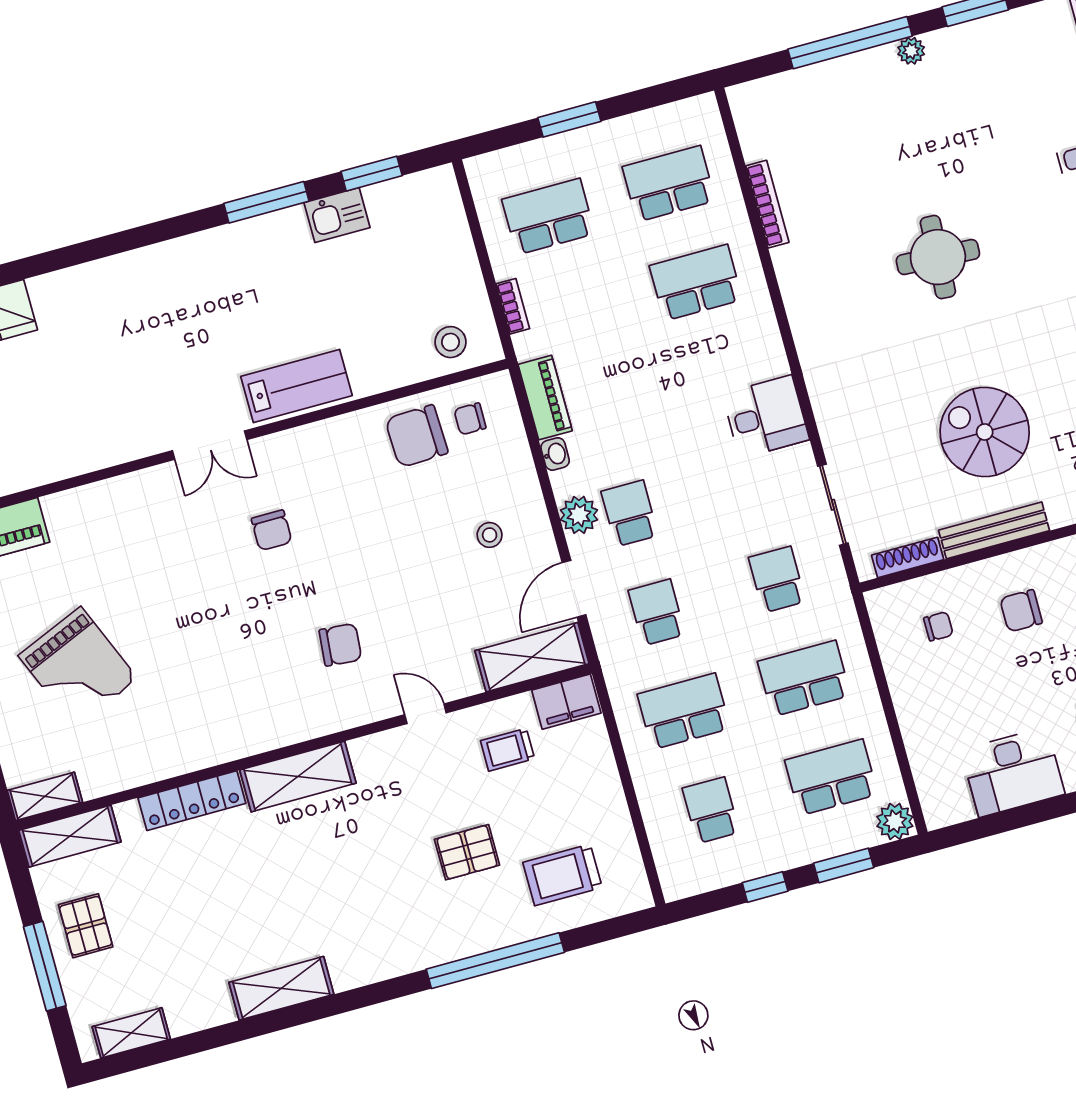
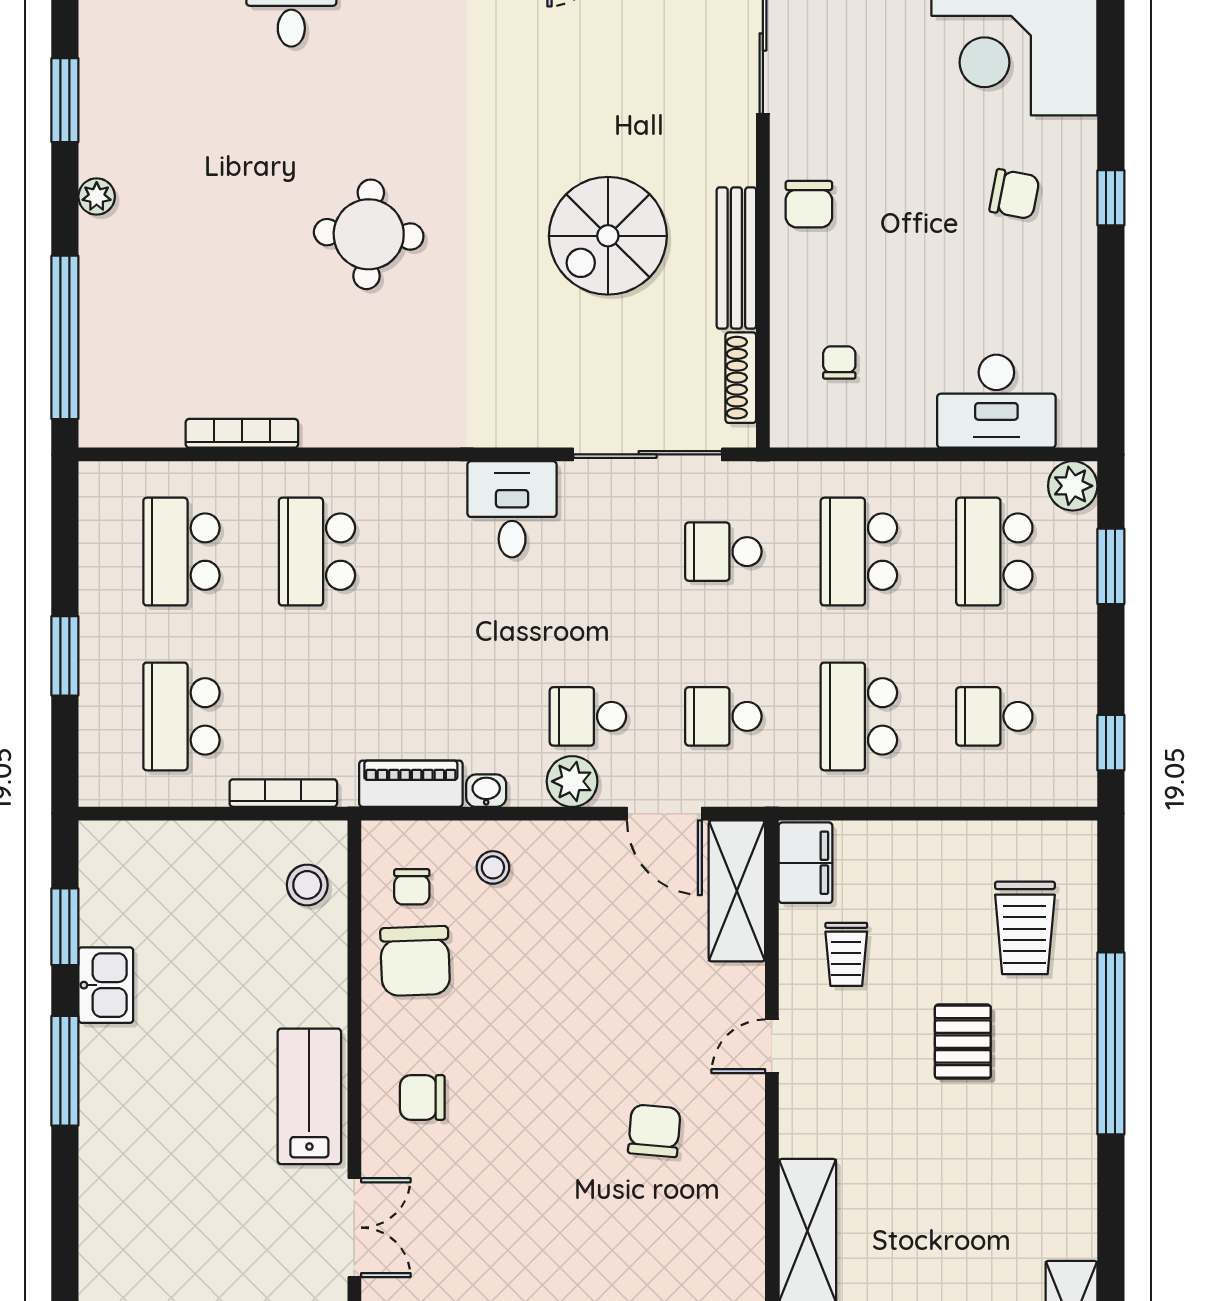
window: (850, 43) -> (65, 337), moved
bookcase: (513, 306) -> (283, 793), width x1.56
sliding door: (833, 505) -> (648, 454), width x1.37
chair: (272, 530) -> (422, 1097), moved, turned 180
stool: (490, 535) -> (493, 867), moved
chair: (1021, 611) -> (809, 204), moved
desk: (1013, 772) -> (996, 401), moved, turned 90
window: (765, 887) -> (1111, 743), moved

